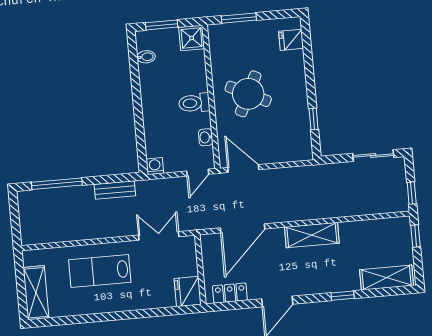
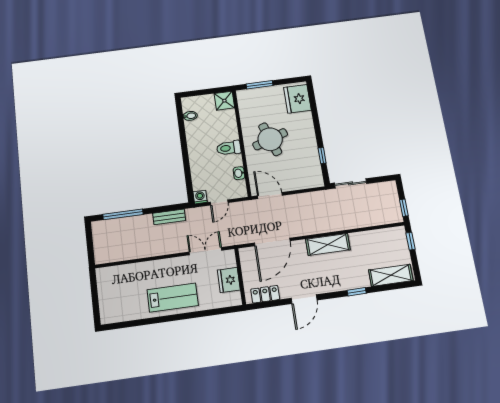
window: (162, 25) -> (201, 92), removed
fridge: (291, 40) -> (297, 99), width x1.88, depth x1.34
round table: (248, 94) -> (270, 139), turned 45
sliding door: (373, 155) -> (351, 183), moved
door: (198, 173) -> (219, 202), moved
lab bench: (100, 271) -> (173, 298), moved, turned 180
fridge: (188, 291) -> (229, 280), moved
shelving: (36, 293) -> (107, 302), removed

